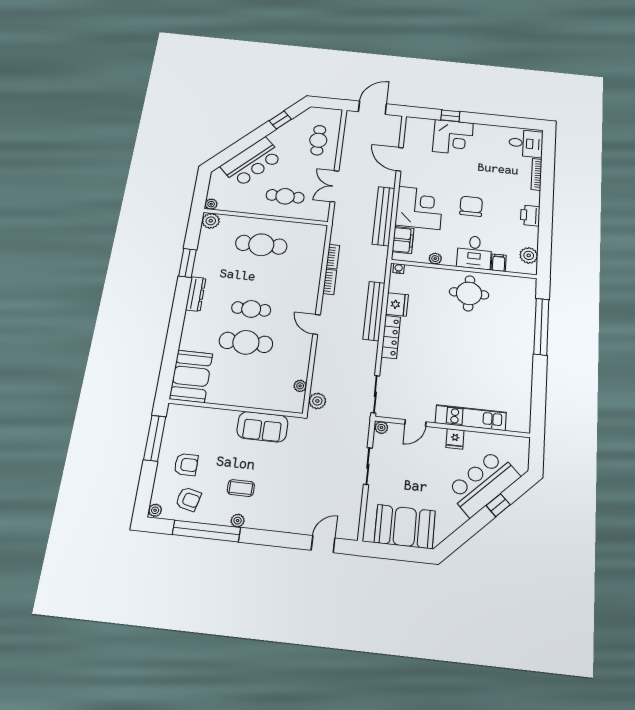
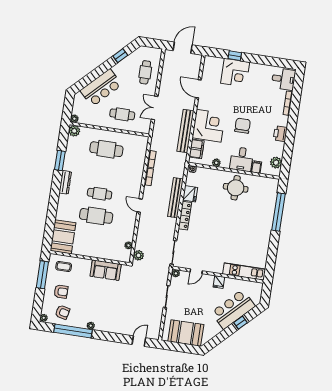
kitchen unit: (471, 418) -> (244, 271), moved
coffee table: (241, 488) -> (64, 266), moved

